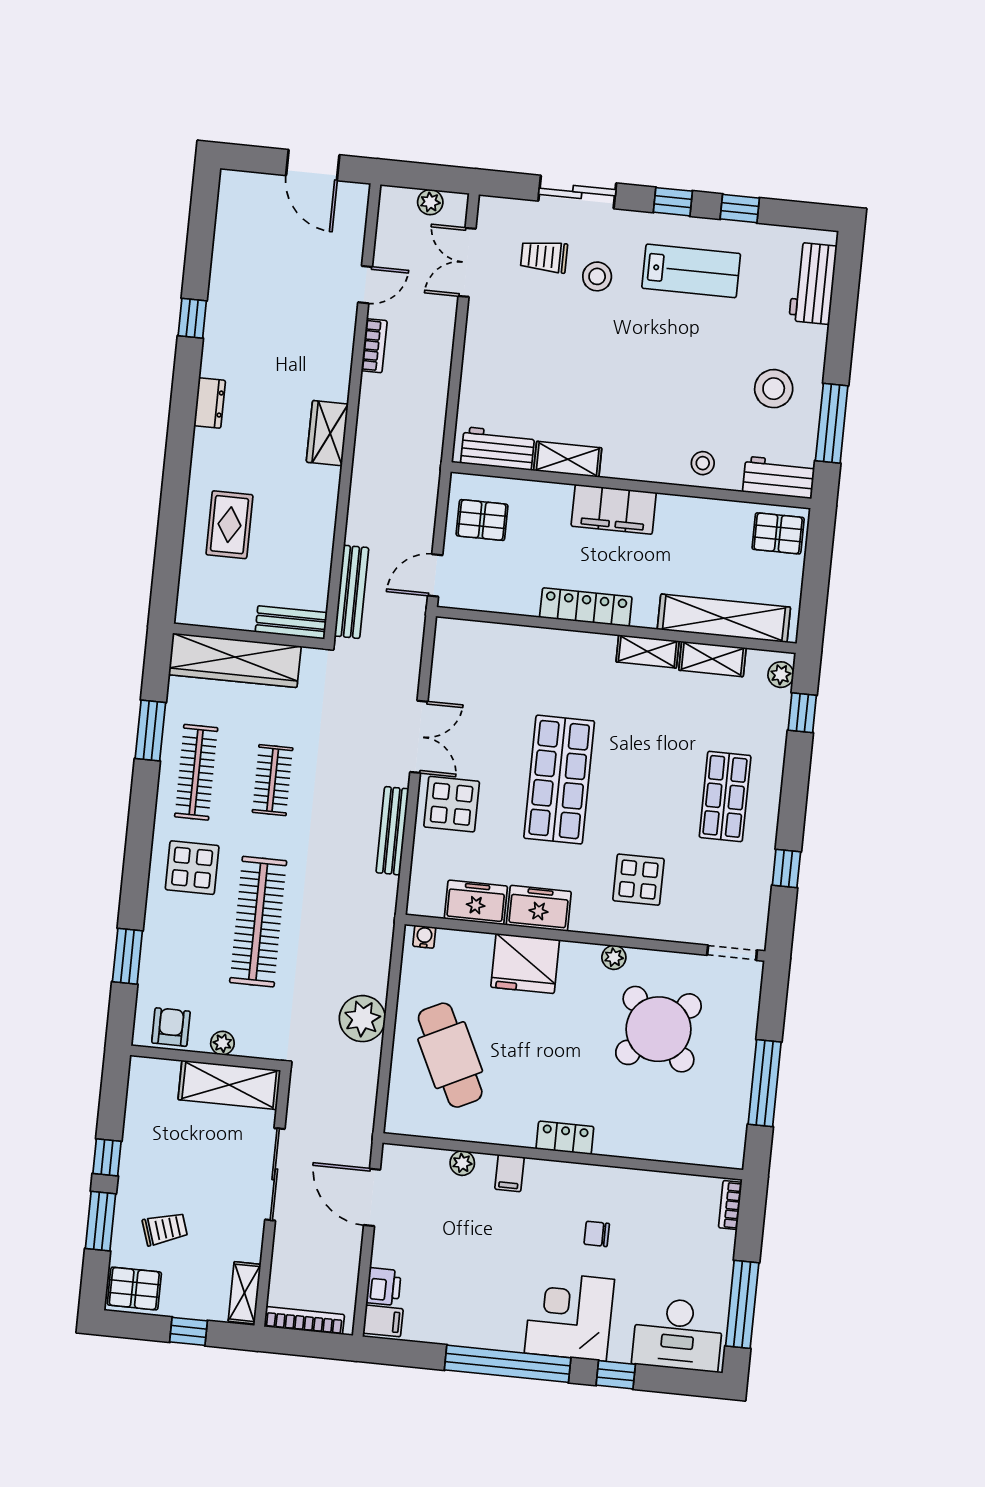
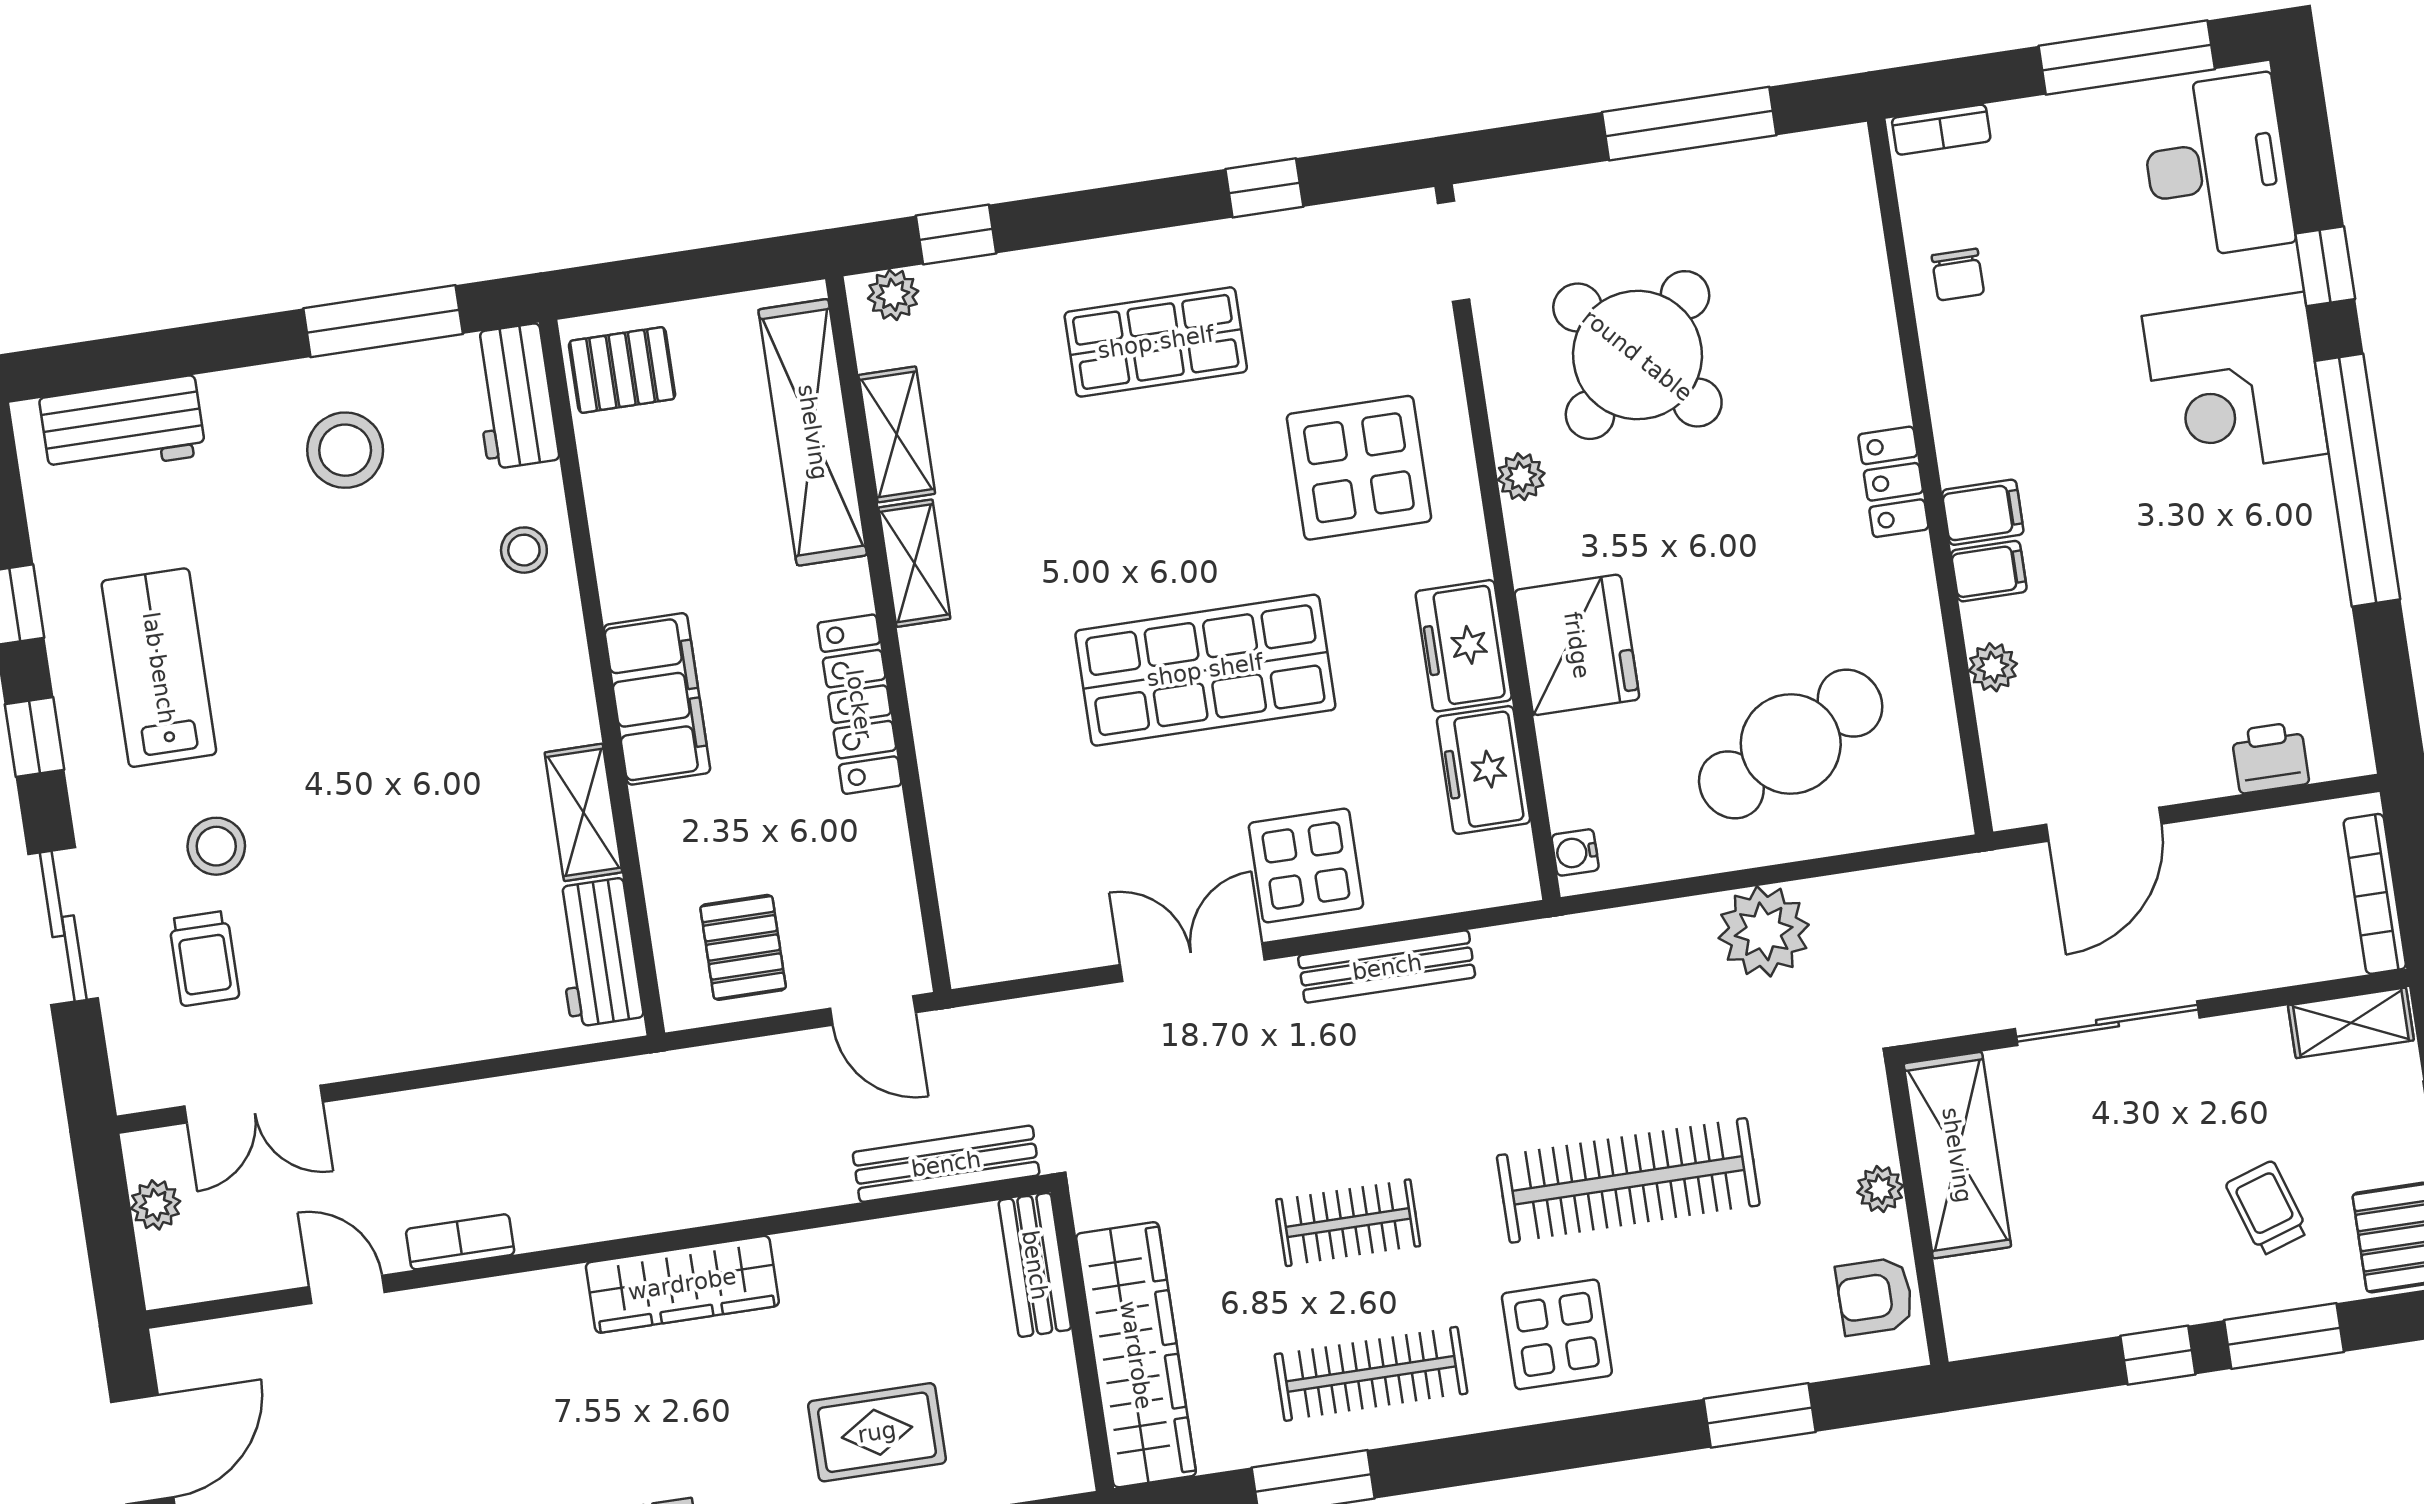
wardrobe: (327, 433) -> (682, 1284), width x1.50
pallet: (778, 533) -> (622, 370), turned 90
display table: (638, 880) -> (1359, 468), width x1.36, depth x1.36
chair: (597, 1234) -> (1958, 275), moved
filing cabinet: (383, 1321) -> (1983, 512), moved, turned 90

